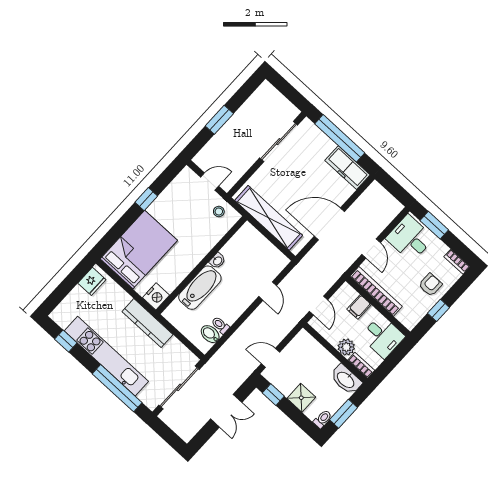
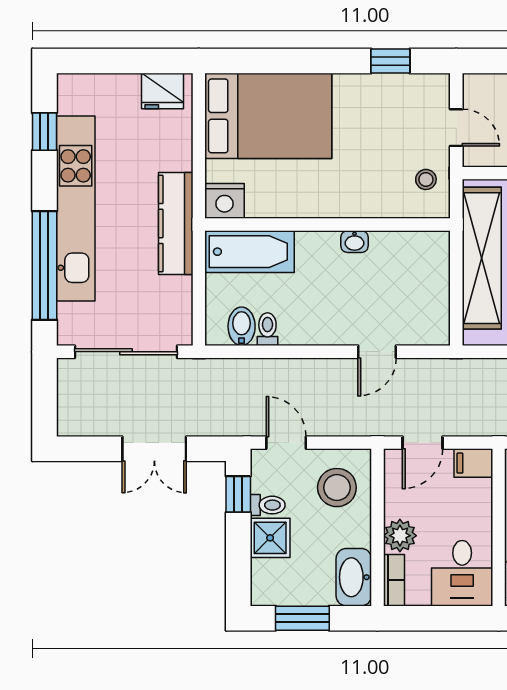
window: (146, 199) -> (390, 61), moved
bathtub: (200, 288) -> (250, 252), moved
filing cabinet: (359, 307) -> (473, 463), moved
stool: (306, 354) -> (337, 488), added
toilet: (323, 419) -> (268, 505), moved

